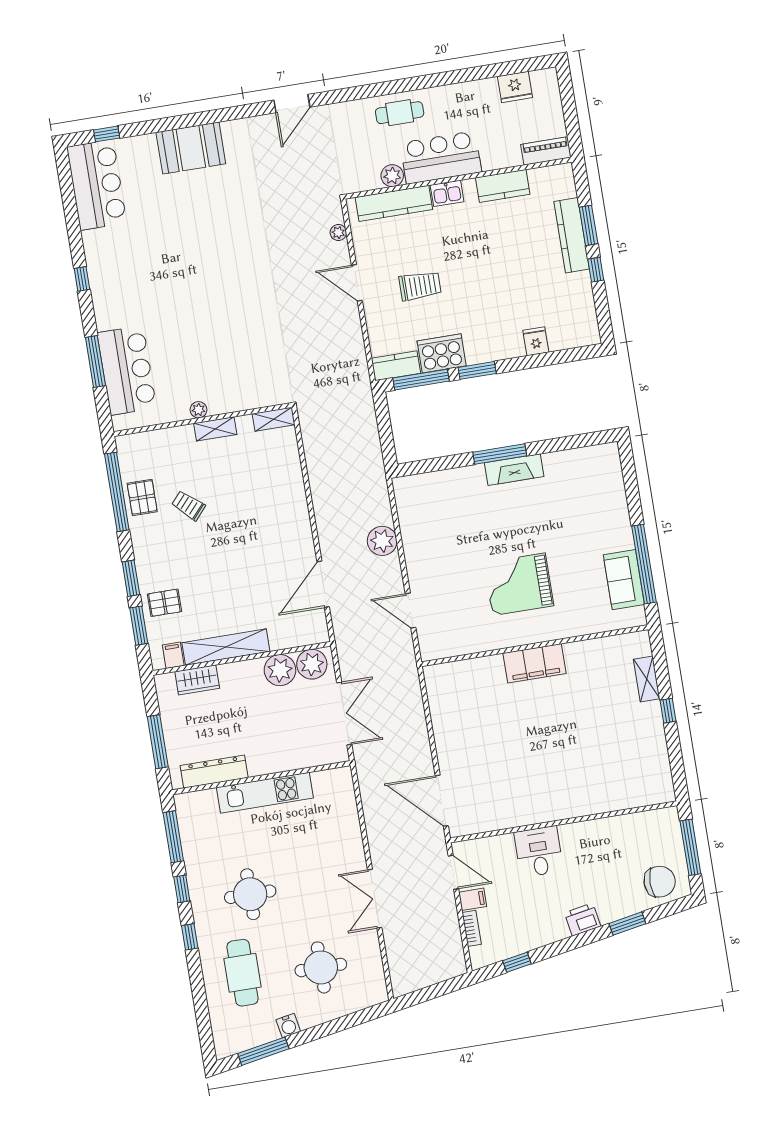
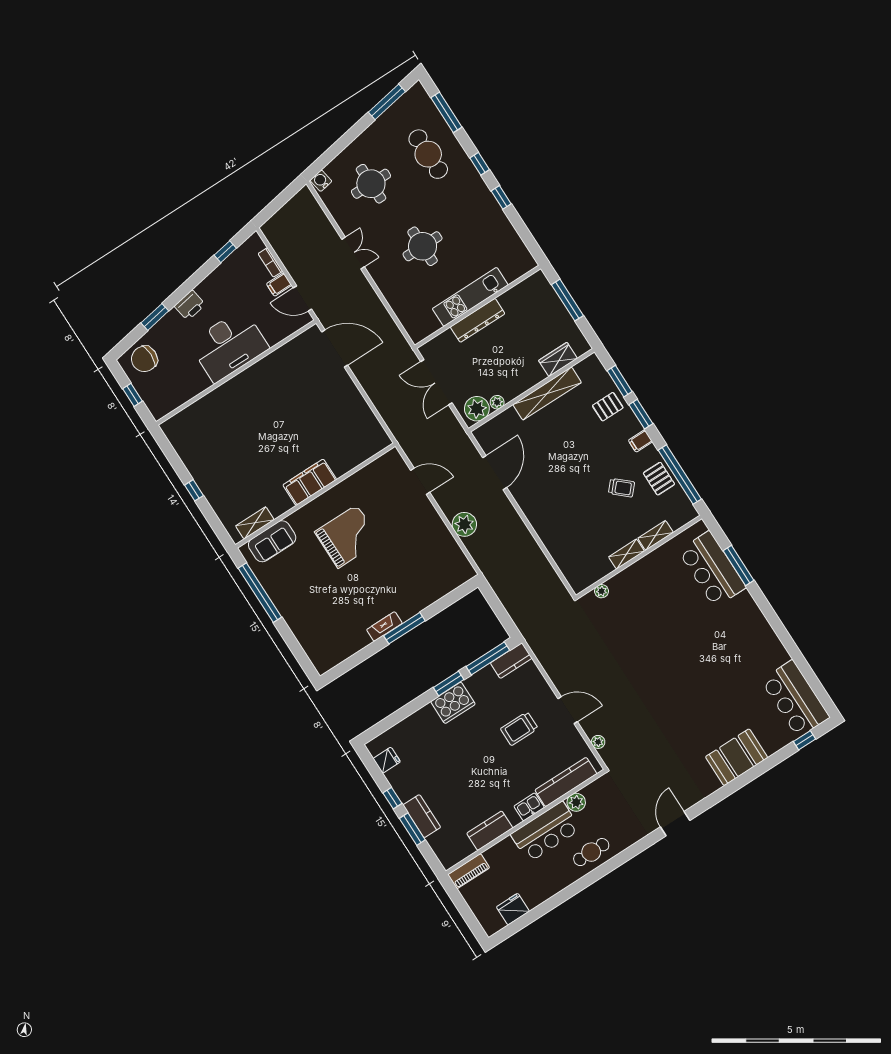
kitchen counter: (572, 235) -> (422, 816), width x0.67
window: (82, 279) -> (776, 623), removed
fridge: (536, 341) -> (387, 760), moved, turned -90
cooker: (442, 353) -> (453, 703), moved
plant: (198, 410) -> (601, 591), moved
shelving: (274, 419) -> (656, 535), moved
fireplace: (514, 470) -> (384, 626), width x0.73, depth x0.76
sofa: (624, 580) -> (272, 541), moved, turned 90
filing cabinet: (173, 655) -> (640, 441), moved, turned 90
plant: (280, 670) -> (497, 402), width x0.53, depth x0.53
shelving: (647, 679) -> (255, 523), moved, turned 90
dresser: (214, 772) -> (478, 320), moved
window: (173, 837) -> (446, 112), moved
window: (690, 847) -> (132, 395), width x0.46
desk: (539, 852) -> (229, 346), width x1.87, depth x1.30
round table: (250, 894) -> (423, 246), moved
double door: (375, 899) -> (353, 253), width x0.73
water cooler: (288, 1026) -> (321, 181), moved

